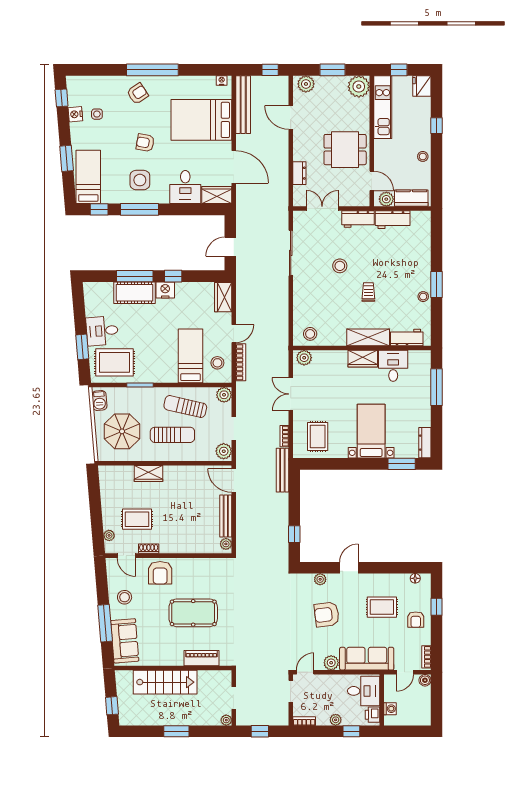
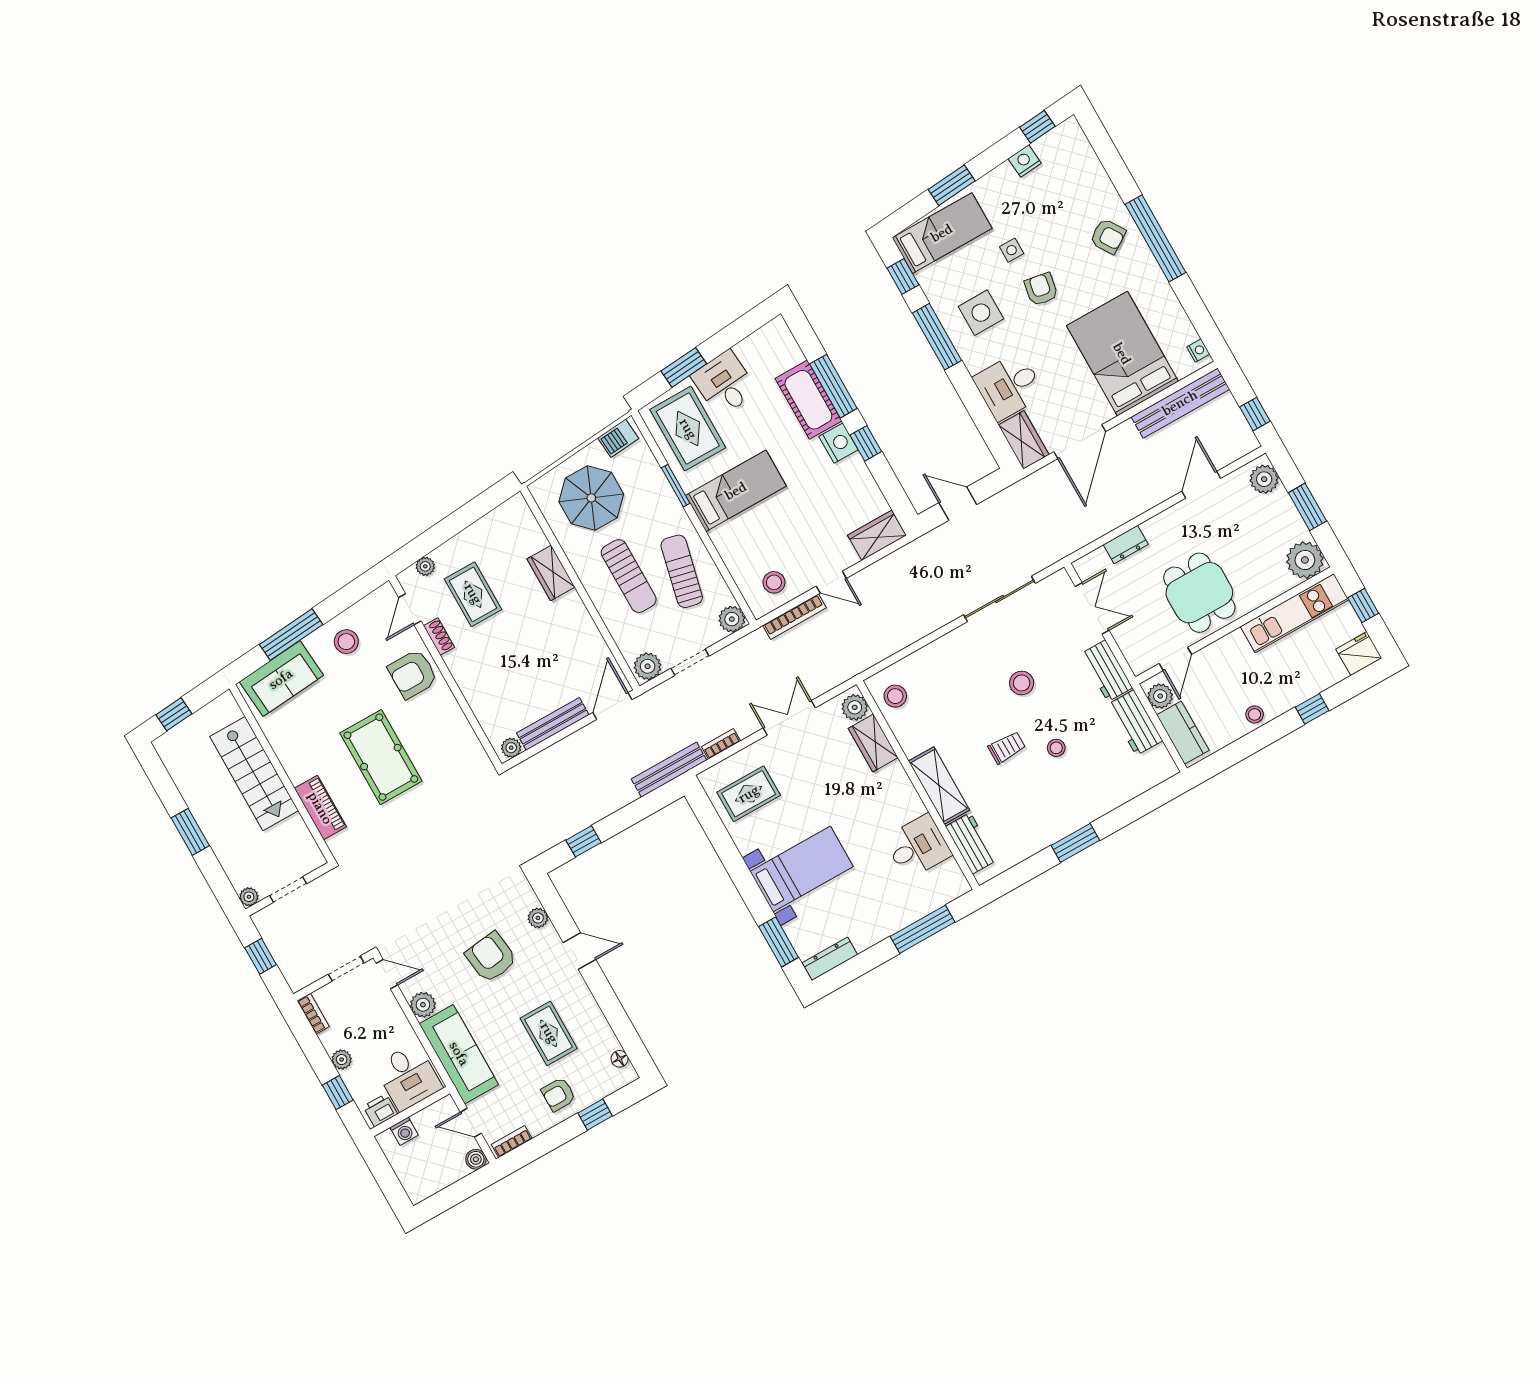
side table: (97, 114) -> (1012, 250), moved
stool: (423, 297) -> (1056, 748), moved
bed: (190, 356) -> (736, 491), moved
wardrobe: (363, 359) -> (873, 743), moved

